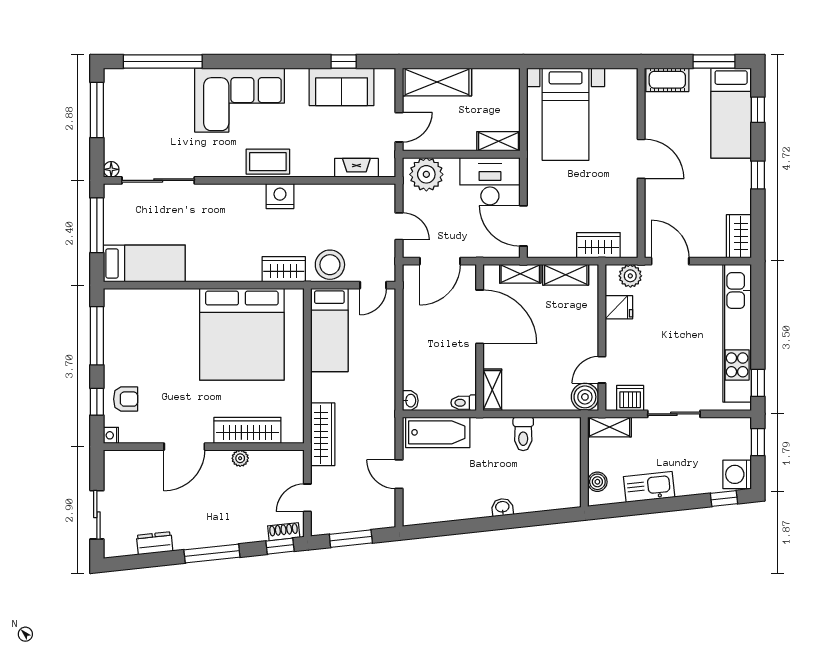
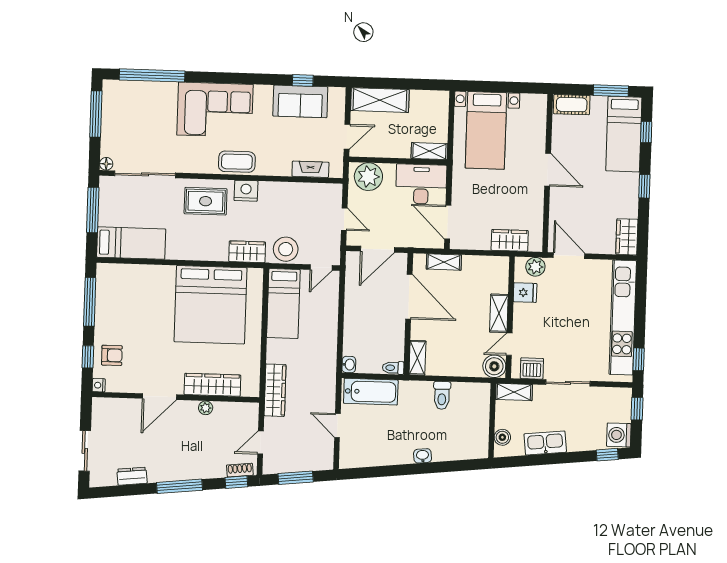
rug: (232, 210) -> (206, 201), added
shelving: (566, 275) -> (499, 313), moved, turned 90

